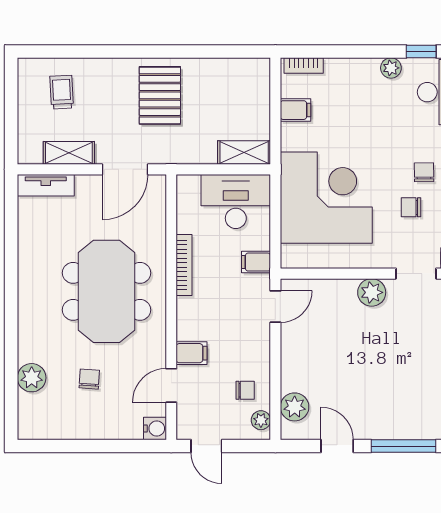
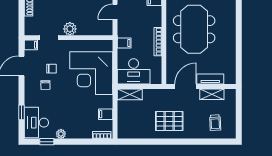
pallet: (160, 95) -> (169, 121), turned 90
tv unit: (46, 185) -> (210, 79), moved
door: (275, 307) -> (115, 12), moved

